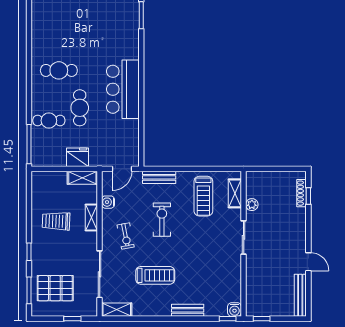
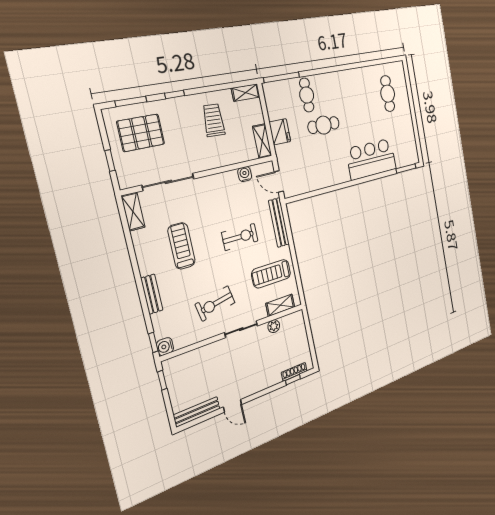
cafe table: (59, 70) -> (388, 94), moved
bar counter: (123, 89) -> (371, 159), moved
bench: (159, 177) -> (279, 222), width x1.36
shelving: (91, 217) -> (246, 93), moved
exercise bike: (126, 236) -> (215, 304), moved, width x1.38, depth x1.39
door: (308, 262) -> (232, 406), hinge flipped
treadmill: (155, 275) -> (182, 246), turned 180
pallet: (55, 288) -> (141, 133), turned 90

